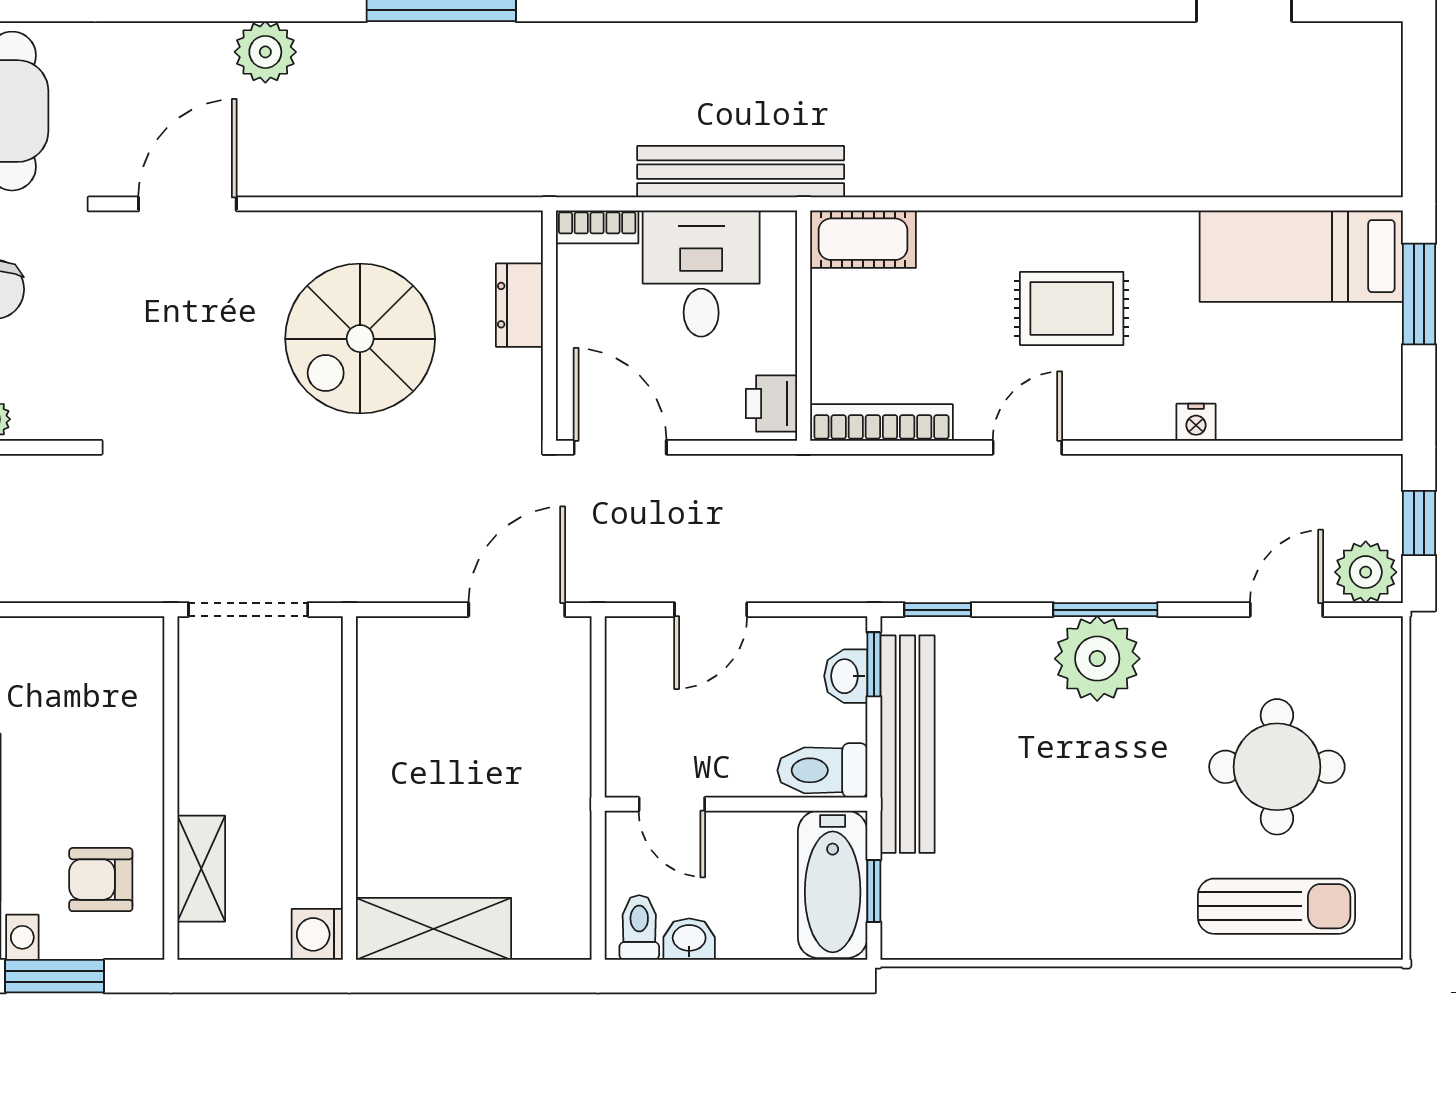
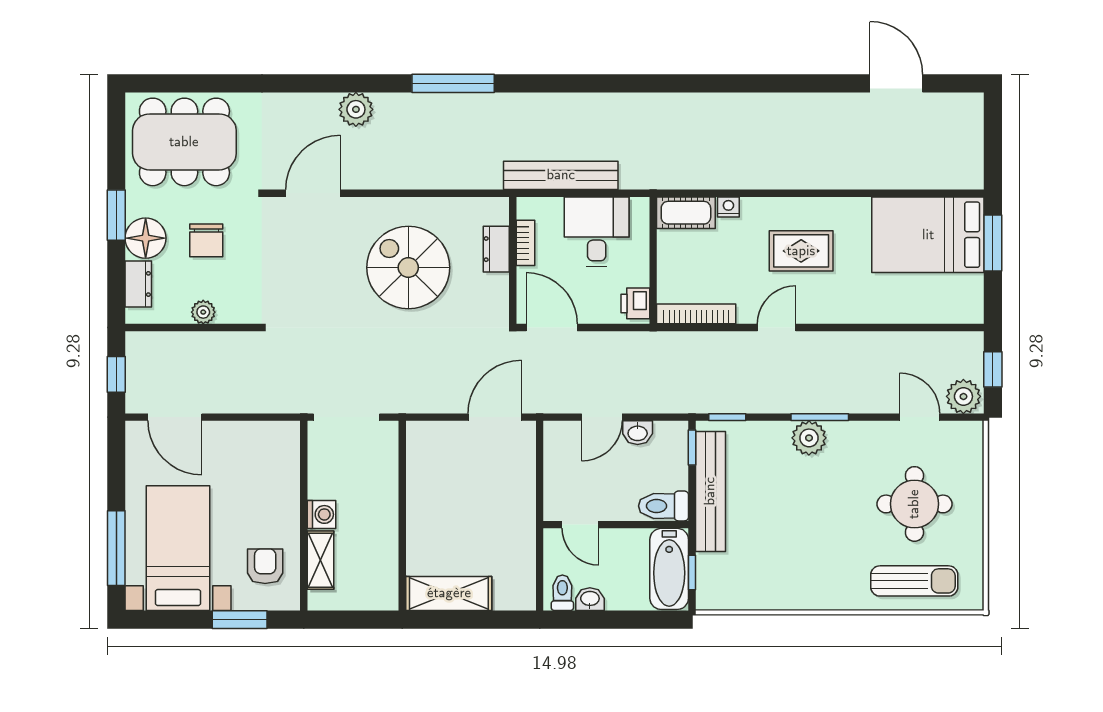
bench: (741, 172) -> (561, 175), moved
bookcase: (597, 227) -> (525, 243), moved, turned -90
bed: (1301, 256) -> (928, 235), width x1.50
spiral stairs: (360, 339) -> (408, 268), turned 90
nightstand: (1196, 422) -> (728, 207), moved, turned 180
door: (1286, 610) -> (920, 417), hinge flipped
plant: (1097, 659) -> (809, 438), width x0.73, depth x0.73
washbasin: (846, 676) -> (638, 433), moved, turned -90
armchair: (101, 880) -> (265, 566), turned 90
washing machine: (317, 934) -> (321, 514), moved, turned 180

